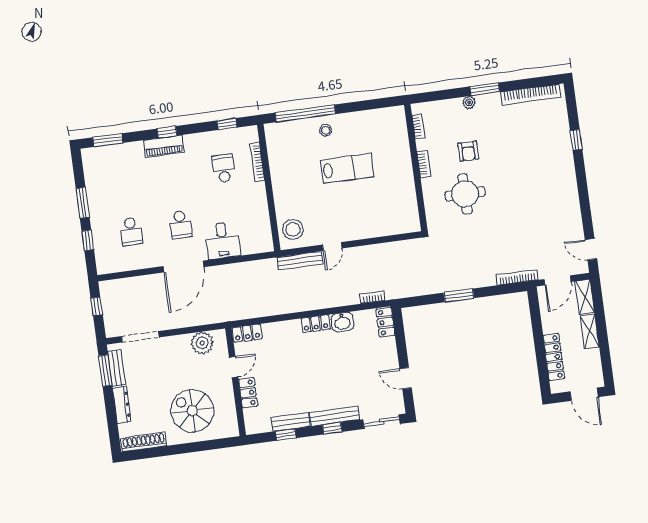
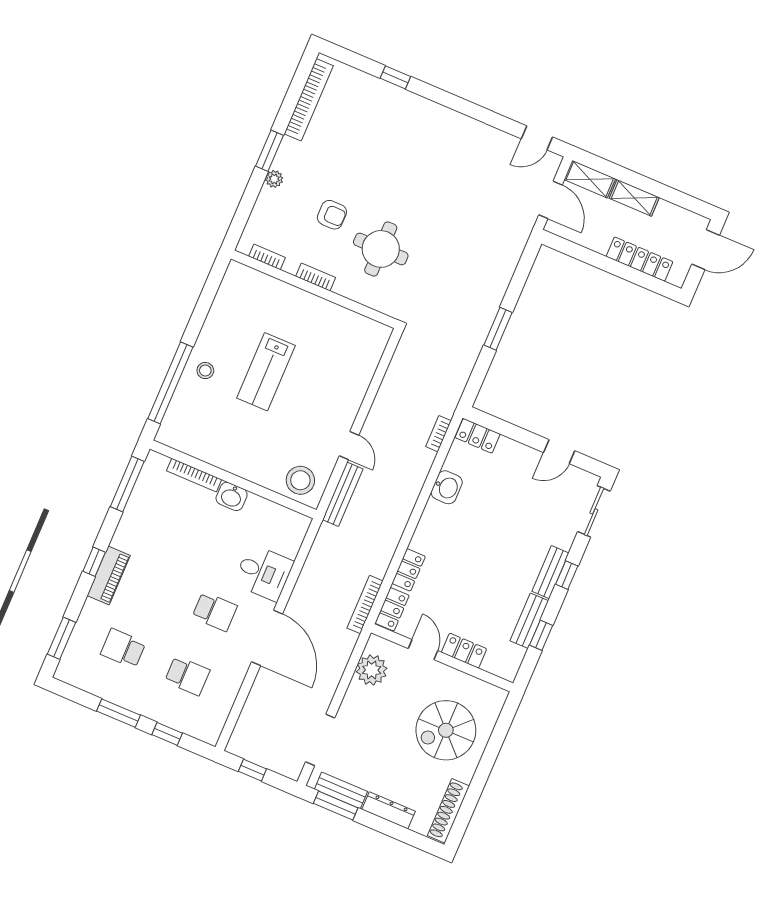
window: (227, 124) -> (127, 484), width x2.17
school desk: (223, 168) -> (123, 648), moved
lab bench: (347, 168) -> (266, 372), turned 180
washbasin: (258, 193) -> (232, 496), added
bookcase: (517, 277) -> (365, 604), moved
locker: (316, 324) -> (409, 570), moved
bench: (335, 416) -> (550, 572), width x0.73

